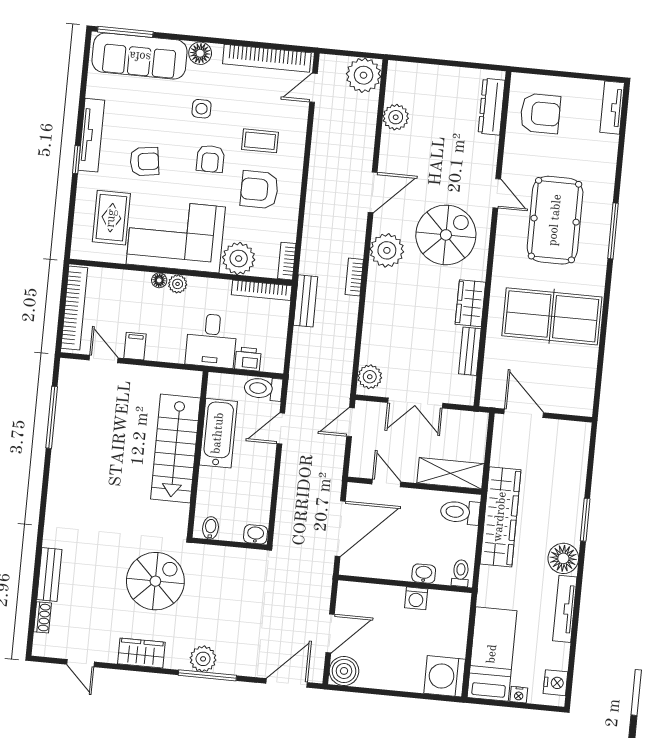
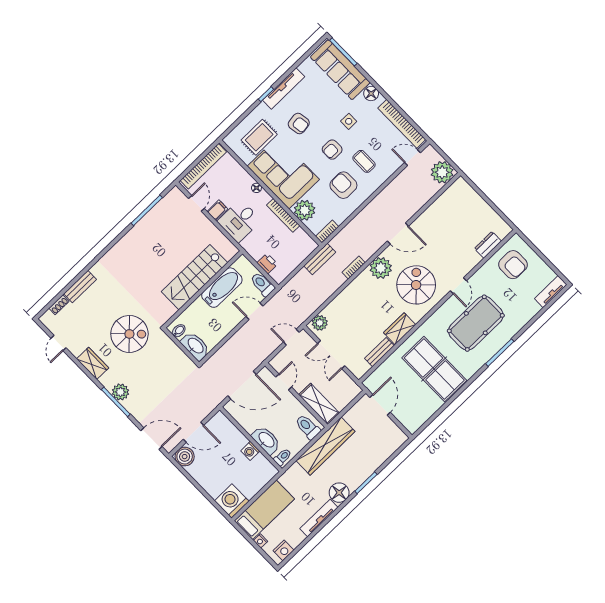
dresser: (492, 107) -> (488, 245), width x0.70
plant: (396, 117) -> (440, 206), removed
spiral stairs: (446, 235) -> (416, 285), turned -90
plant: (178, 284) -> (264, 197), removed
bookcase: (262, 290) -> (283, 215), moved
desk: (211, 341) -> (239, 221), moved
washbasin: (255, 534) -> (195, 346), width x1.91, depth x1.45
washbasin: (424, 574) -> (266, 440), width x1.91, depth x1.45

